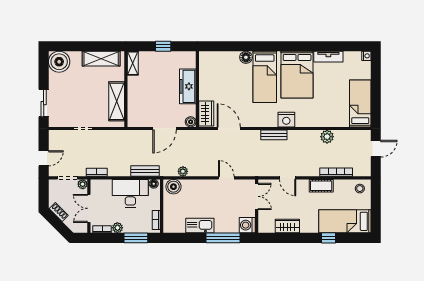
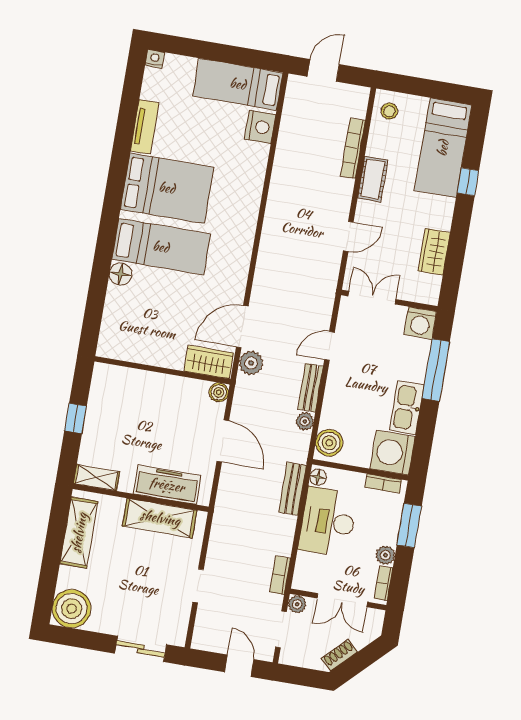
freezer: (188, 86) -> (167, 485), moved, turned 180
nightstand: (286, 120) -> (260, 127), moved
bench: (274, 135) -> (311, 388), moved
plant: (327, 137) -> (251, 363), moved
door: (376, 149) -> (323, 70), hinge flipped
washing machine: (174, 222) -> (393, 453), added

